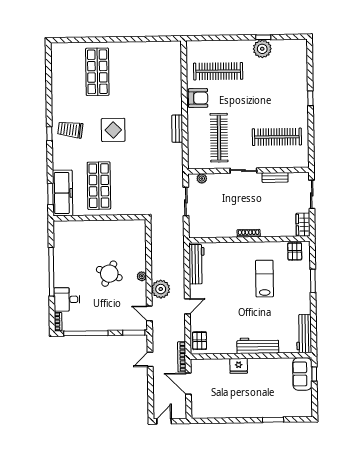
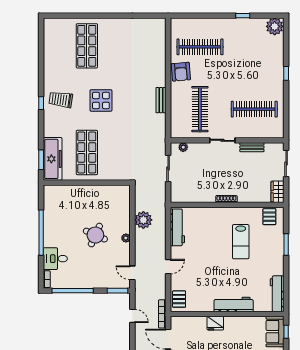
plant: (262, 49) -> (275, 26), moved
armchair: (198, 98) -> (181, 72), turned 85
lab bench: (264, 279) -> (241, 242), turned 180
plant: (161, 289) -> (143, 220), moved
door: (150, 359) -> (132, 316), swing flipped

